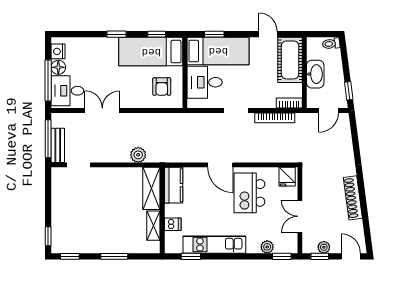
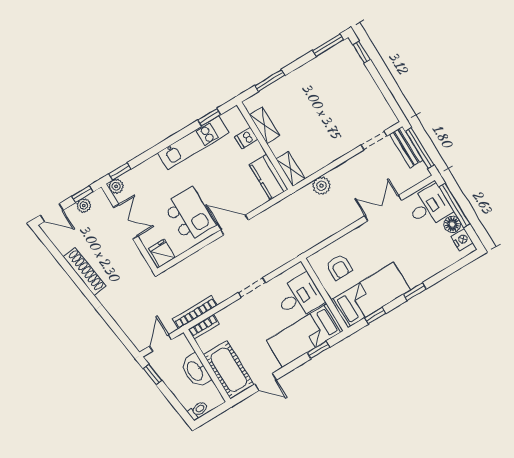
armchair: (162, 87) -> (339, 267), turned 180
double door: (102, 110) -> (383, 208), swing flipped
bookcase: (275, 118) -> (195, 312), moved
shelving: (151, 188) -> (290, 169), width x0.67, depth x0.75
plant: (267, 247) -> (116, 186), moved
window: (70, 256) -> (328, 45), width x1.50
window: (114, 256) -> (270, 81), moved

